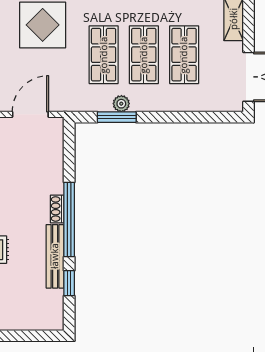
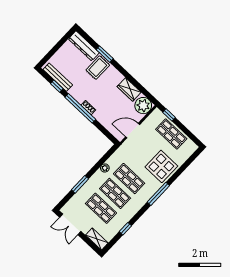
door: (30, 114) -> (133, 131), swing flipped
window: (117, 117) -> (80, 184), moved
bench: (55, 256) -> (58, 77), moved

